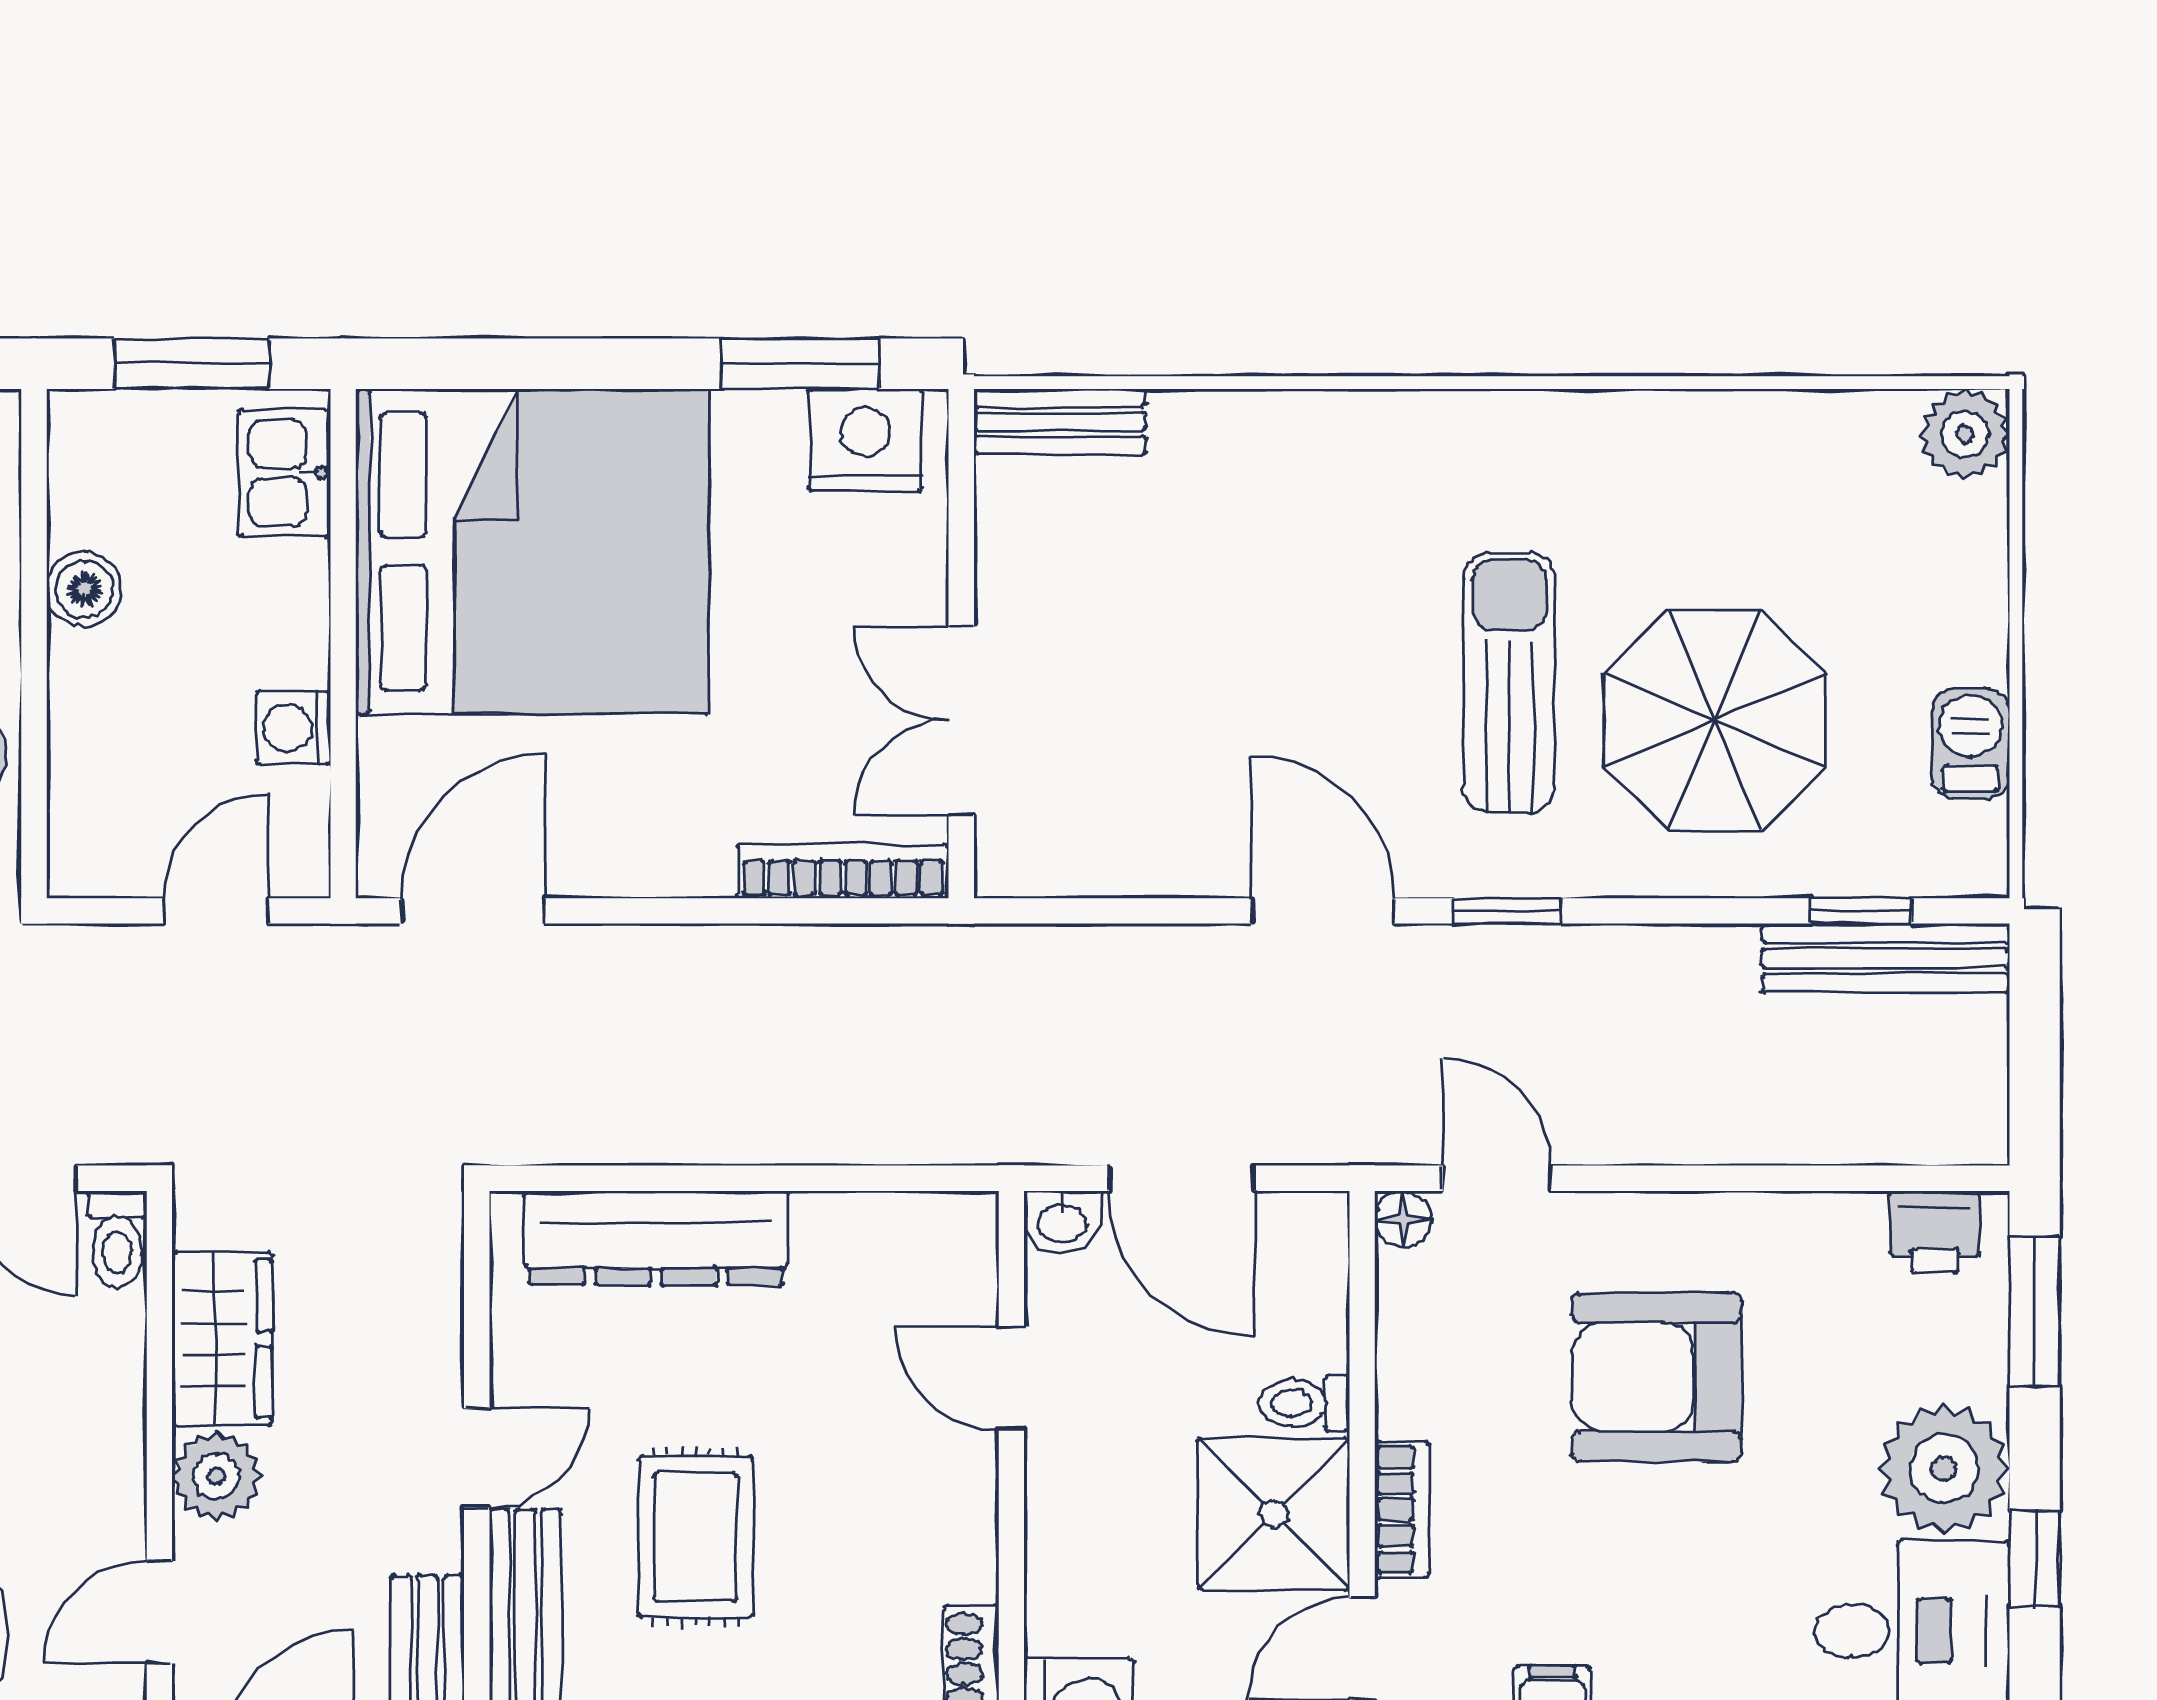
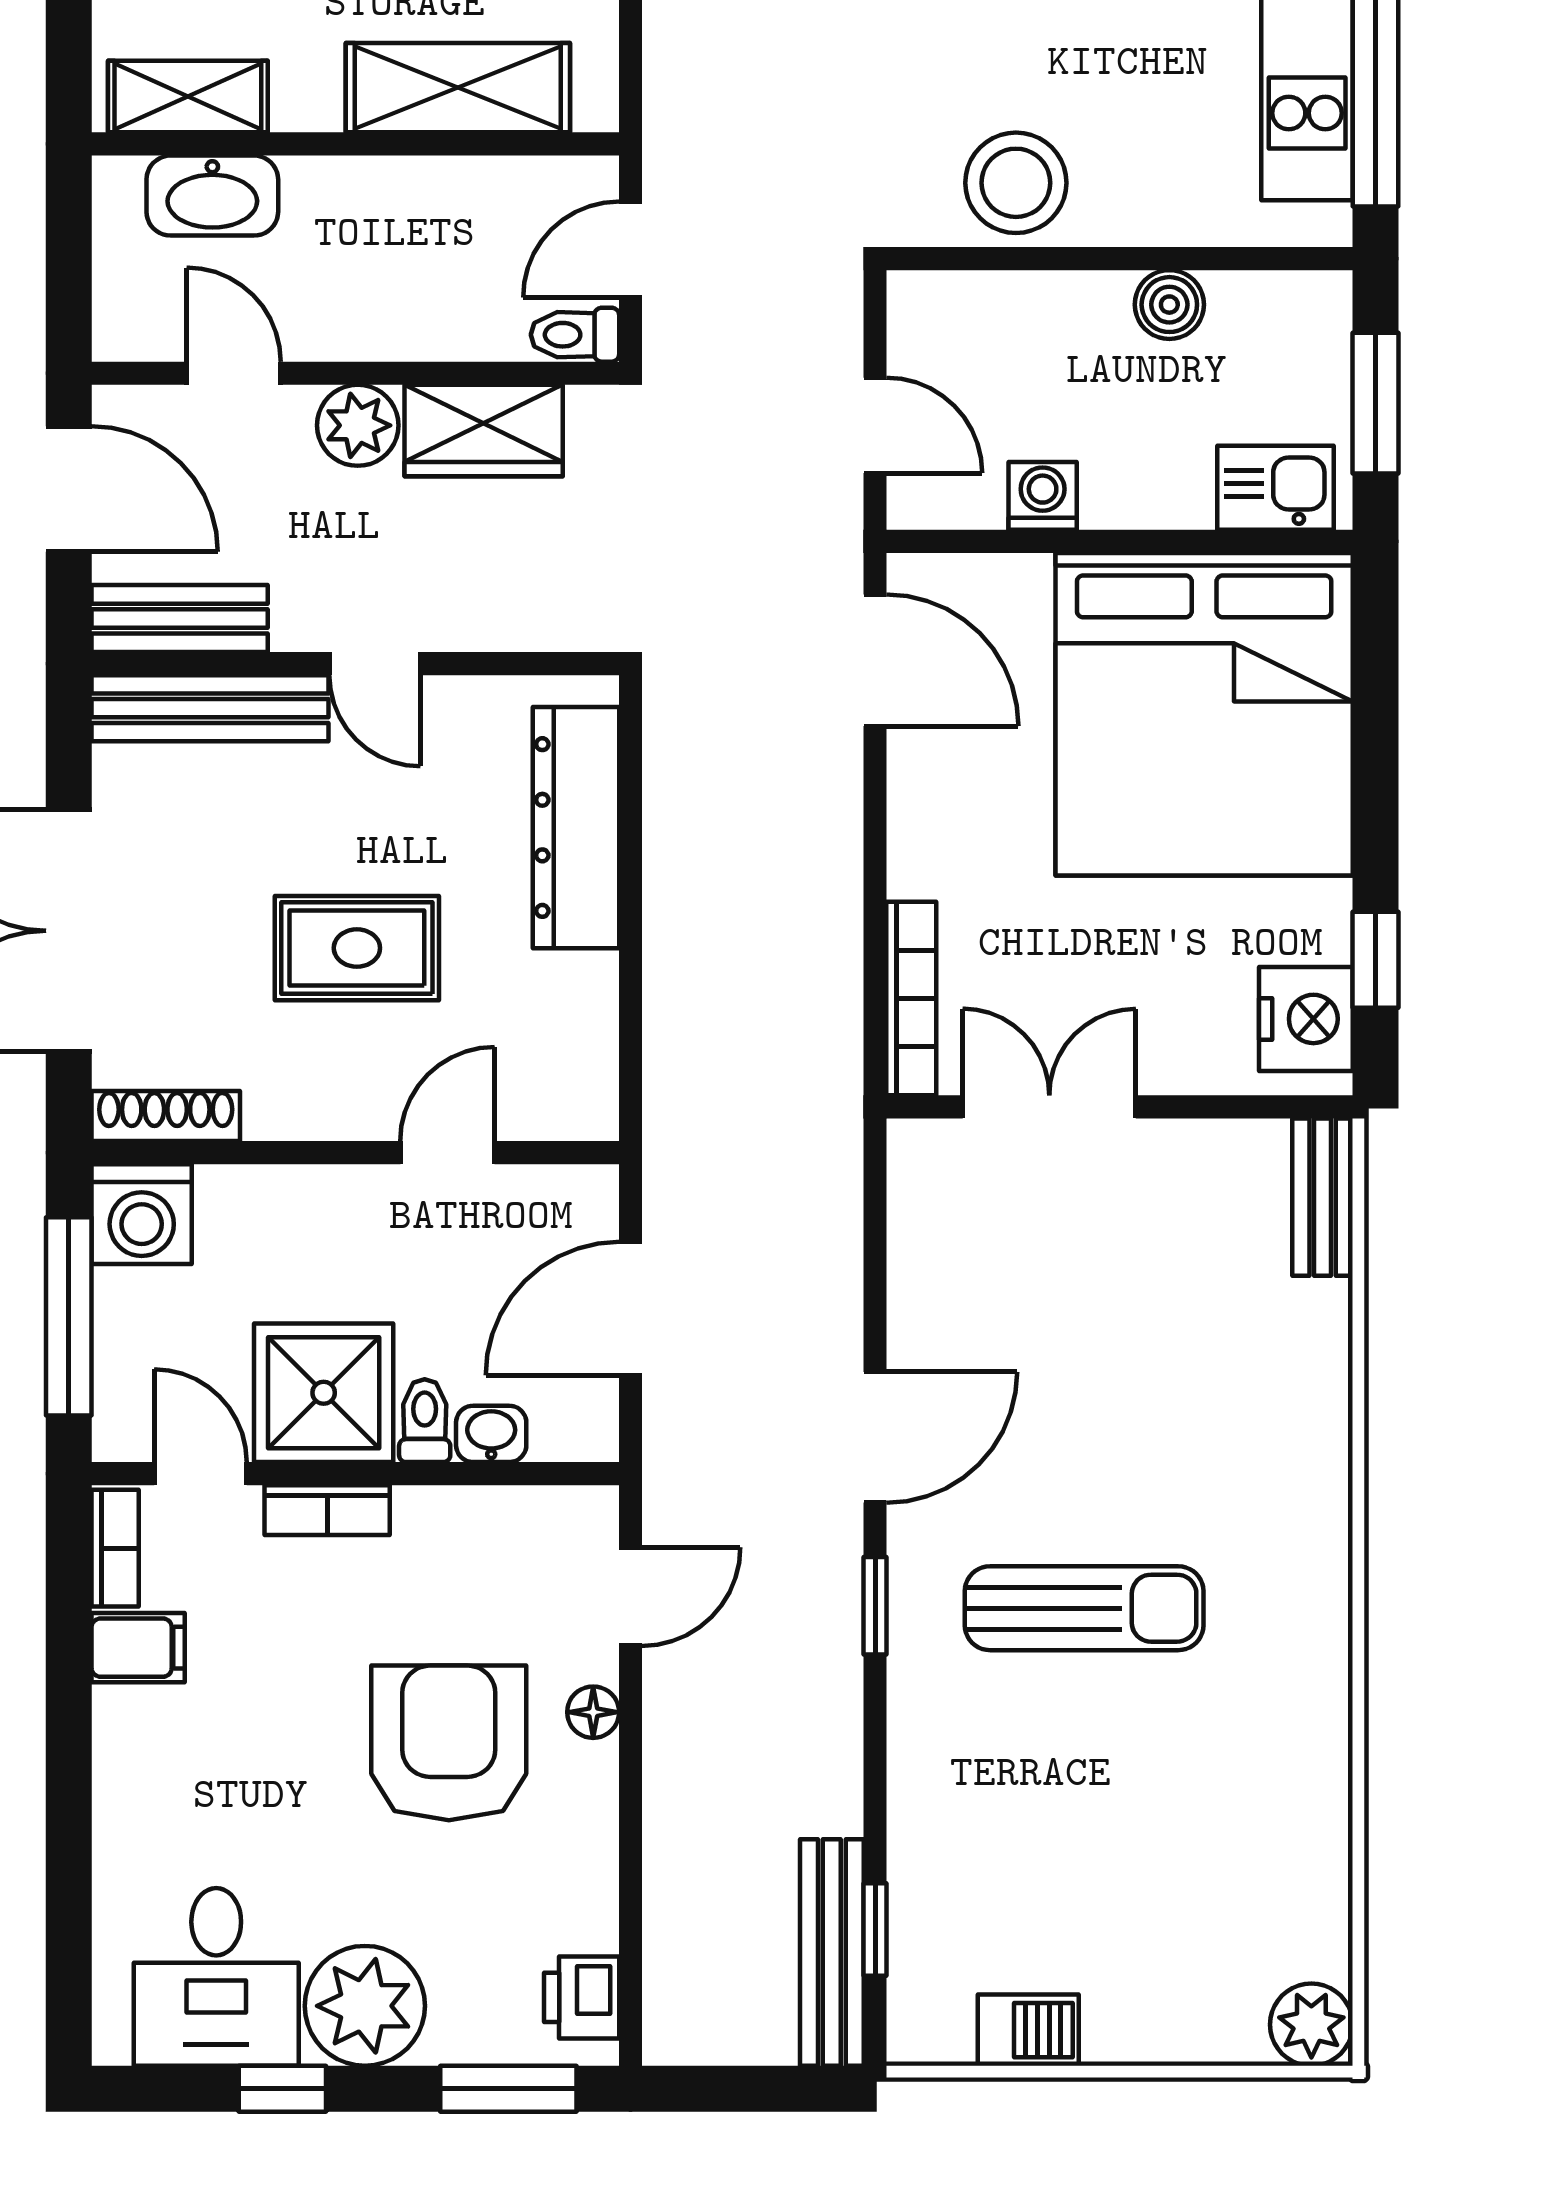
window: (800, 364) -> (1376, 960), width x0.67
parasol: (1715, 720) -> (1050, 1796), removed
floor lamp: (1403, 1219) -> (593, 1712), moved
washbasin: (1062, 1222) -> (491, 1434), moved, turned 90
rug: (696, 1537) -> (357, 948), moved

